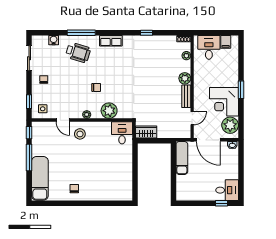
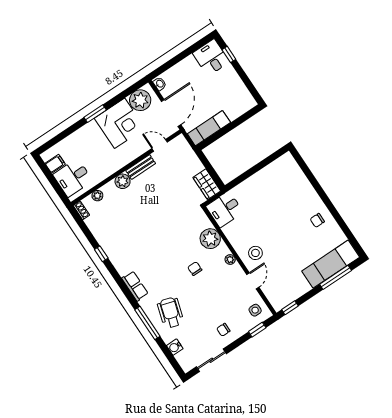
window: (29, 157) -> (336, 277), moved

